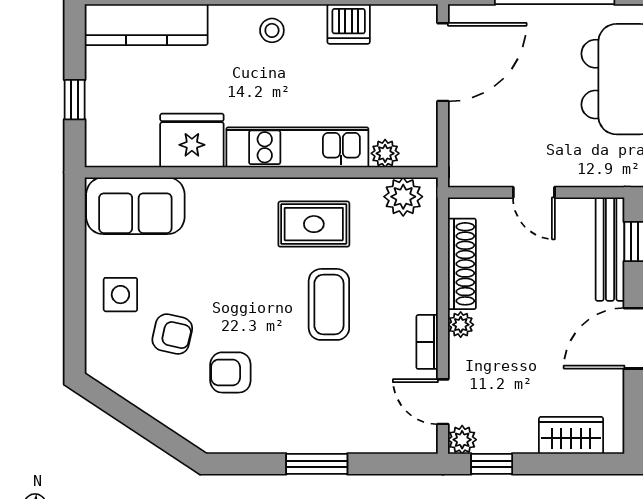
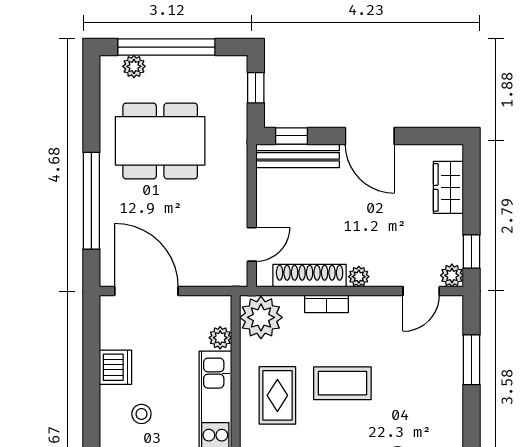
stool: (272, 30) -> (141, 414), moved
door: (534, 192) -> (252, 244), moved
plant: (403, 197) -> (261, 317), width x1.36, depth x1.36
bookcase: (427, 342) -> (327, 304), moved
window: (317, 464) -> (471, 360), moved

